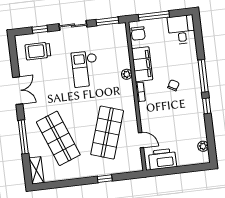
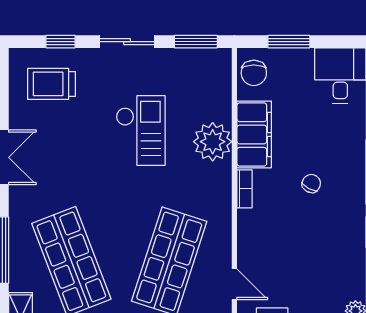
window: (154, 16) -> (289, 42), width x0.69
checkout: (85, 69) -> (141, 130), turned 180
plant: (127, 74) -> (213, 142), width x1.88, depth x1.88

